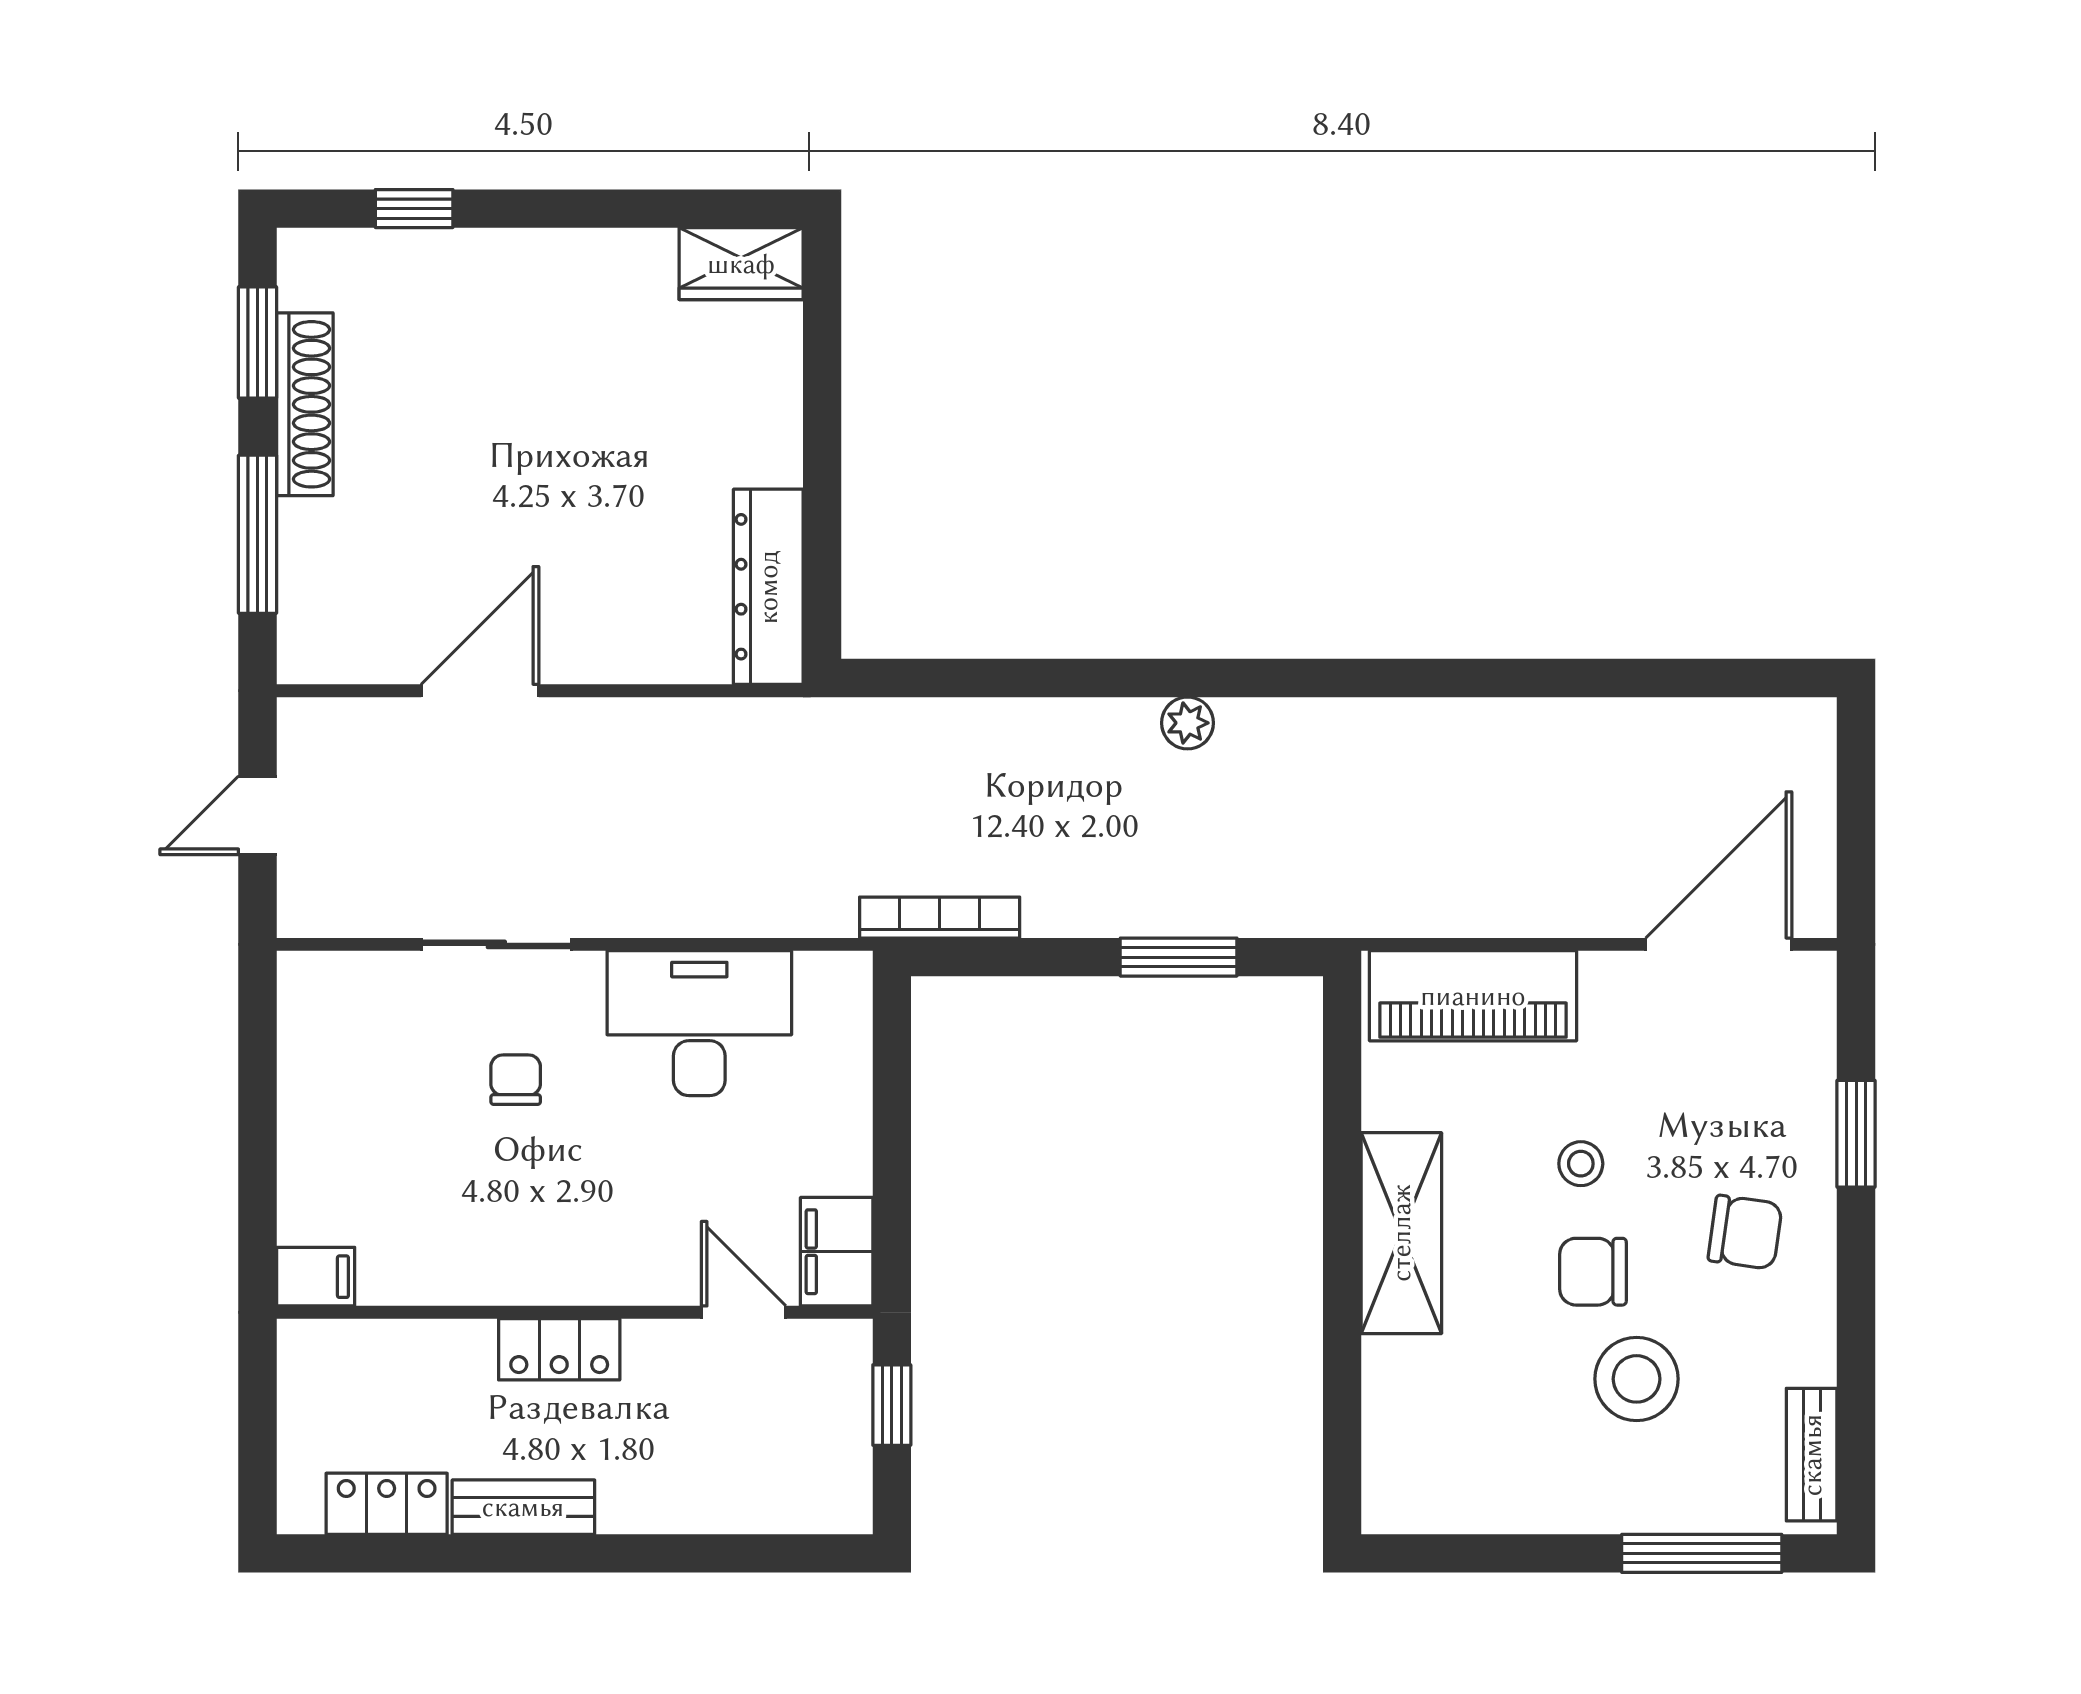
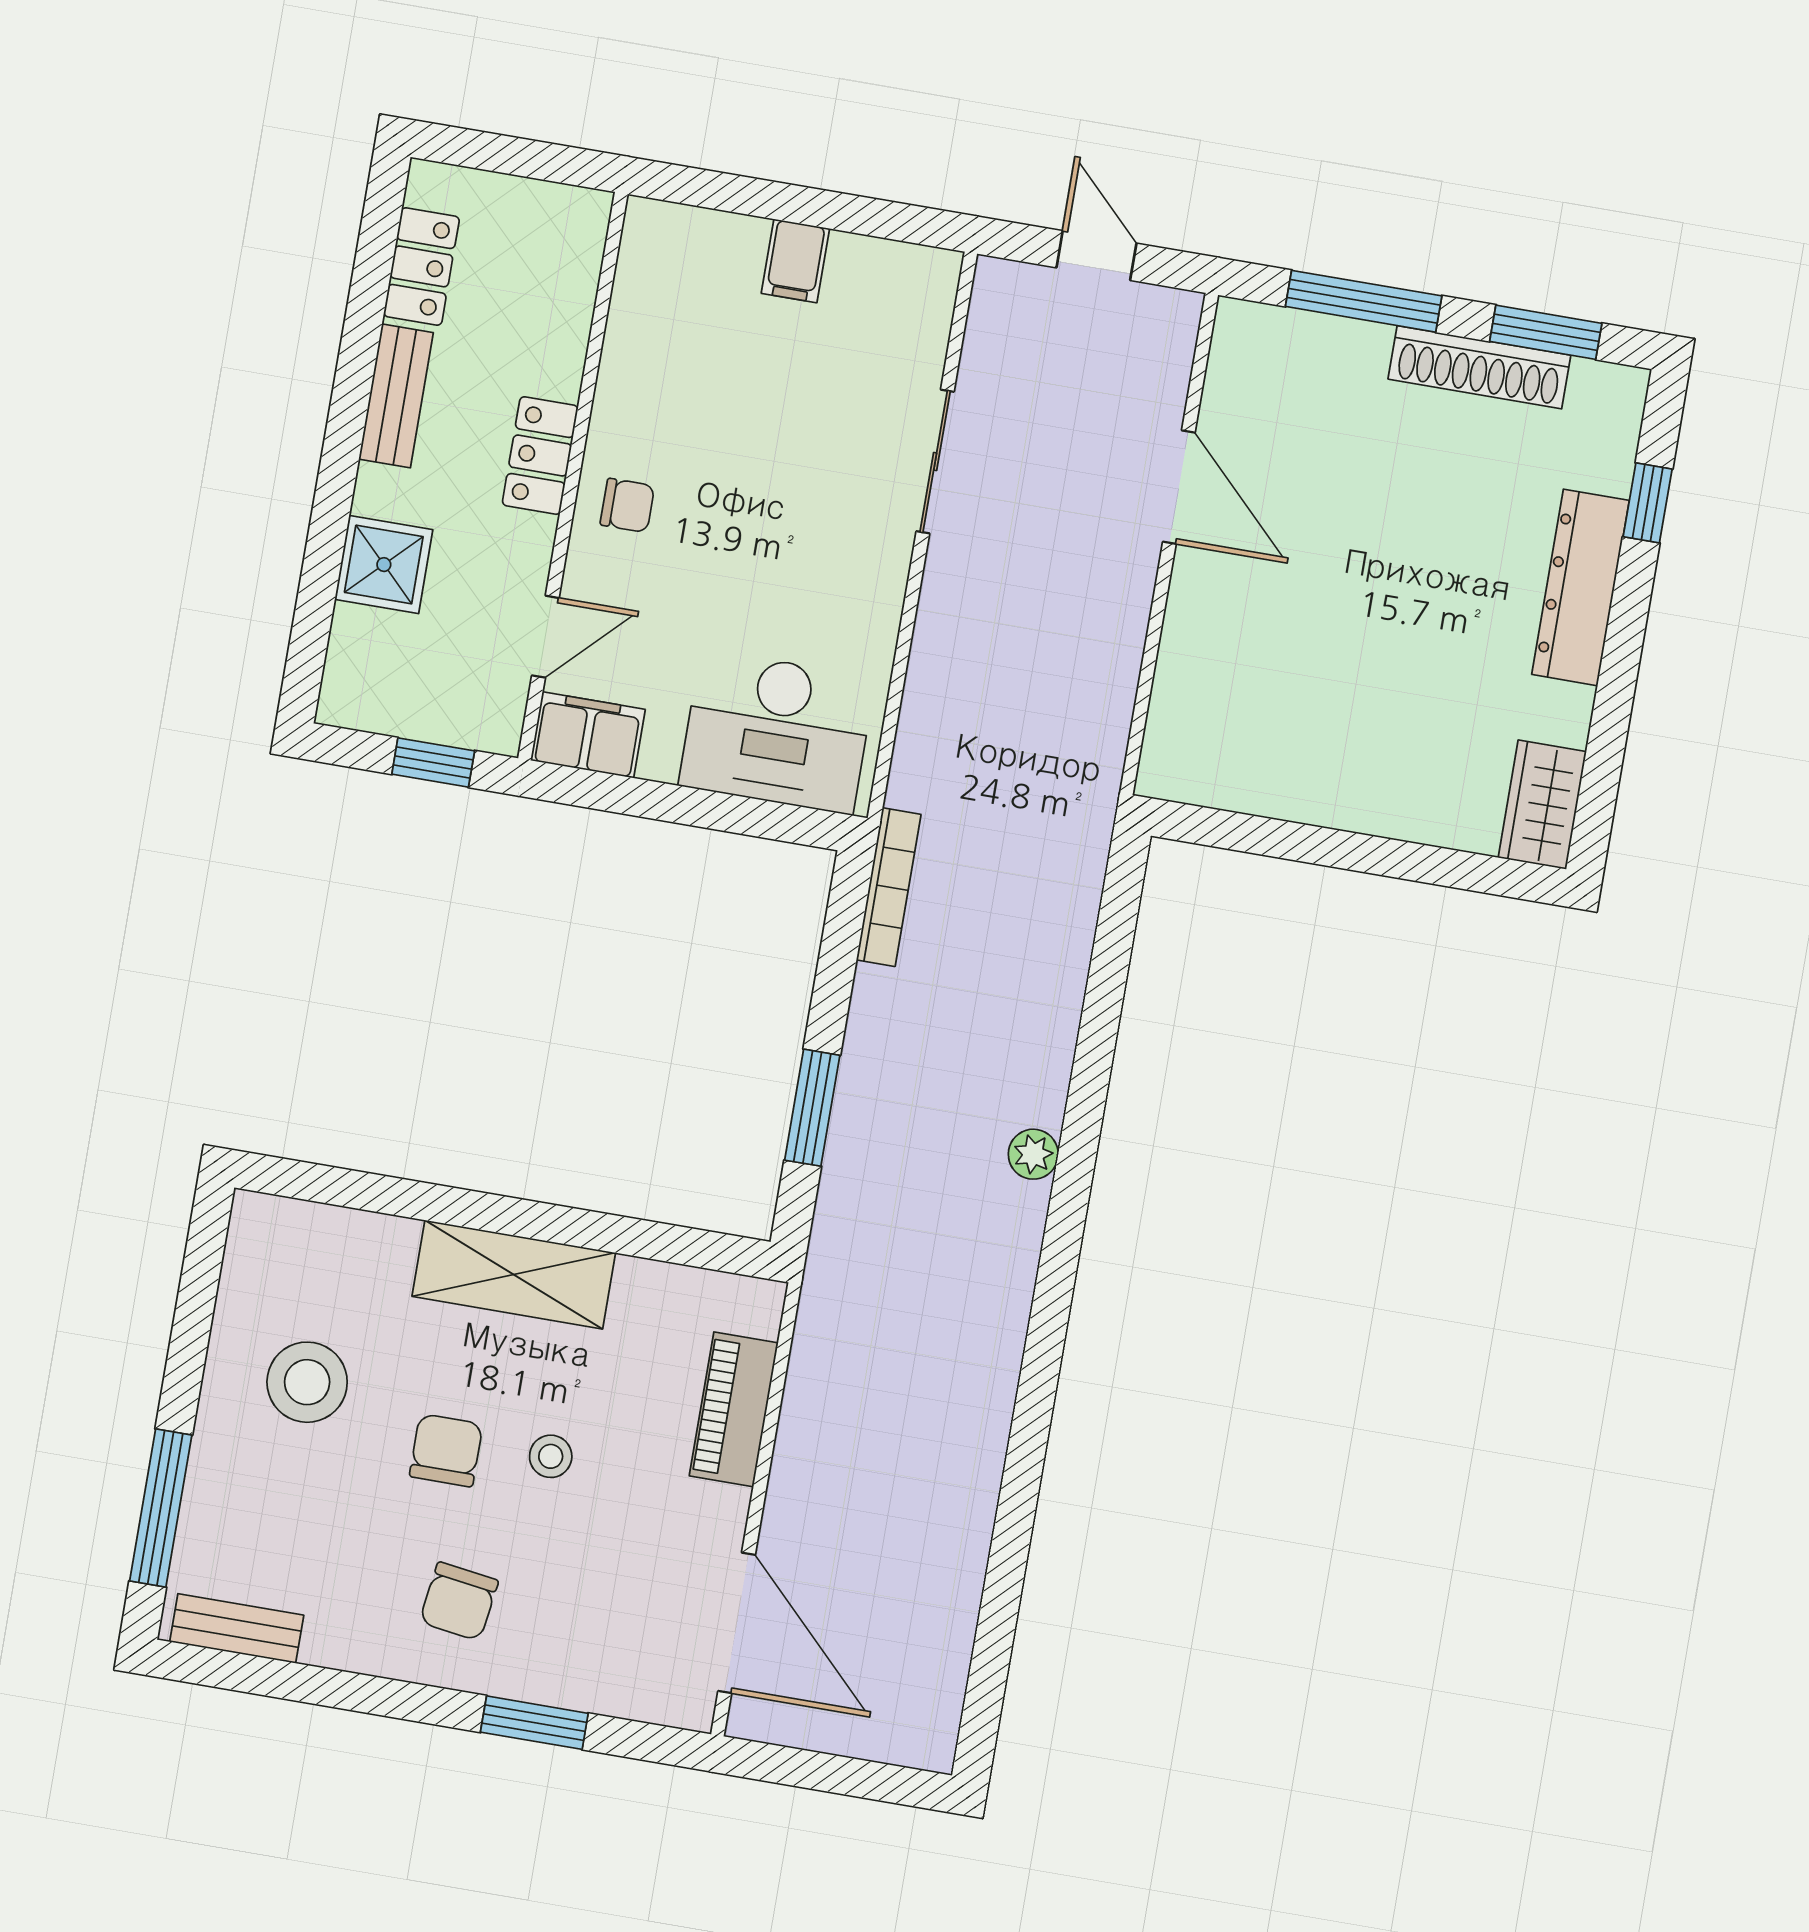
dresser: (768, 587) -> (1581, 587), moved, turned -90
piano: (1473, 996) -> (734, 1409), width x0.73, depth x0.75
desk: (699, 1023) -> (777, 732), moved, turned 90
chair: (516, 1080) -> (627, 505), moved
filing cabinet: (316, 1277) -> (795, 261), moved
stool: (1637, 1379) -> (307, 1382), moved
shower: (698, 1490) -> (384, 565), added

